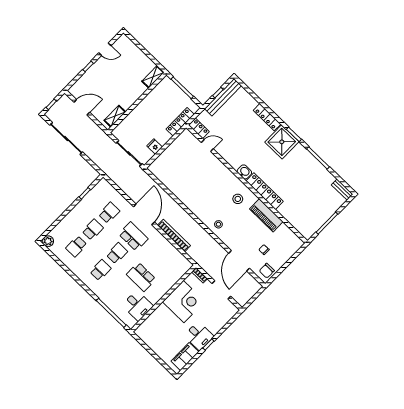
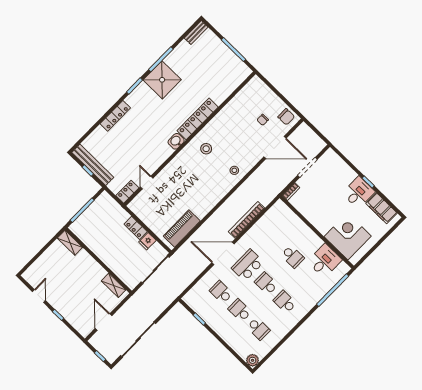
locker: (180, 122) -> (136, 228), moved, width x0.66
shower: (282, 142) -> (162, 80), moved
piano: (266, 215) -> (182, 229), moved, turned 180
school desk: (141, 277) -> (293, 257), width x0.54
corner desk: (184, 302) -> (348, 236), moved

